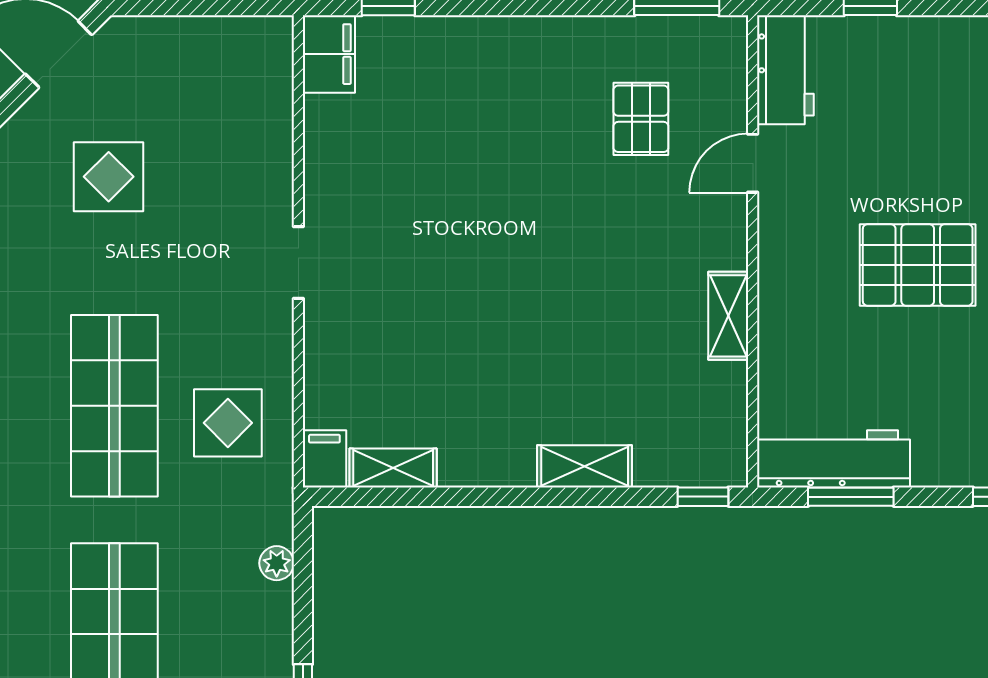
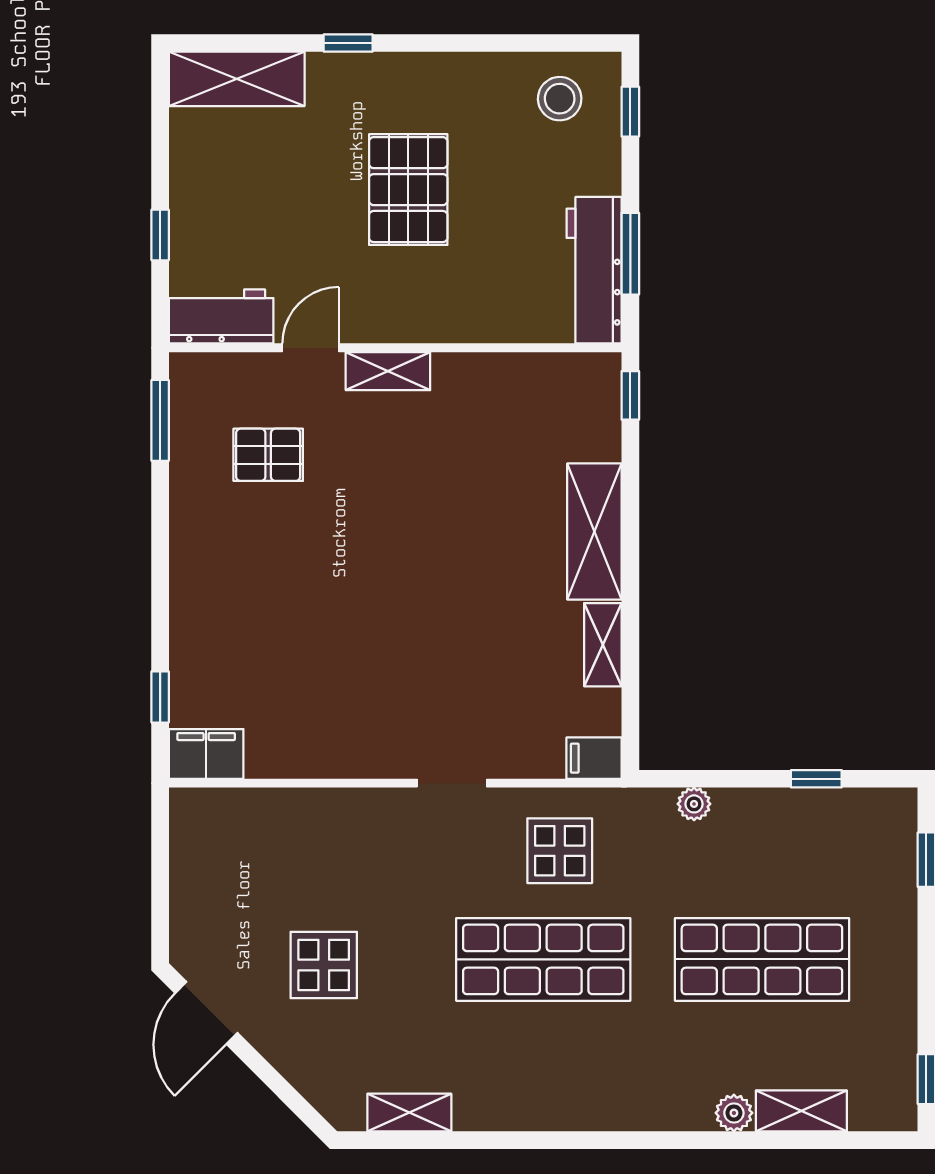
door: (753, 163) -> (311, 348), swing flipped
doorway: (298, 262) -> (452, 783), moved
shelving: (728, 316) -> (388, 371), moved
shelving: (585, 466) -> (594, 531), width x1.50, depth x1.33
shelving: (393, 468) -> (603, 645), moved

